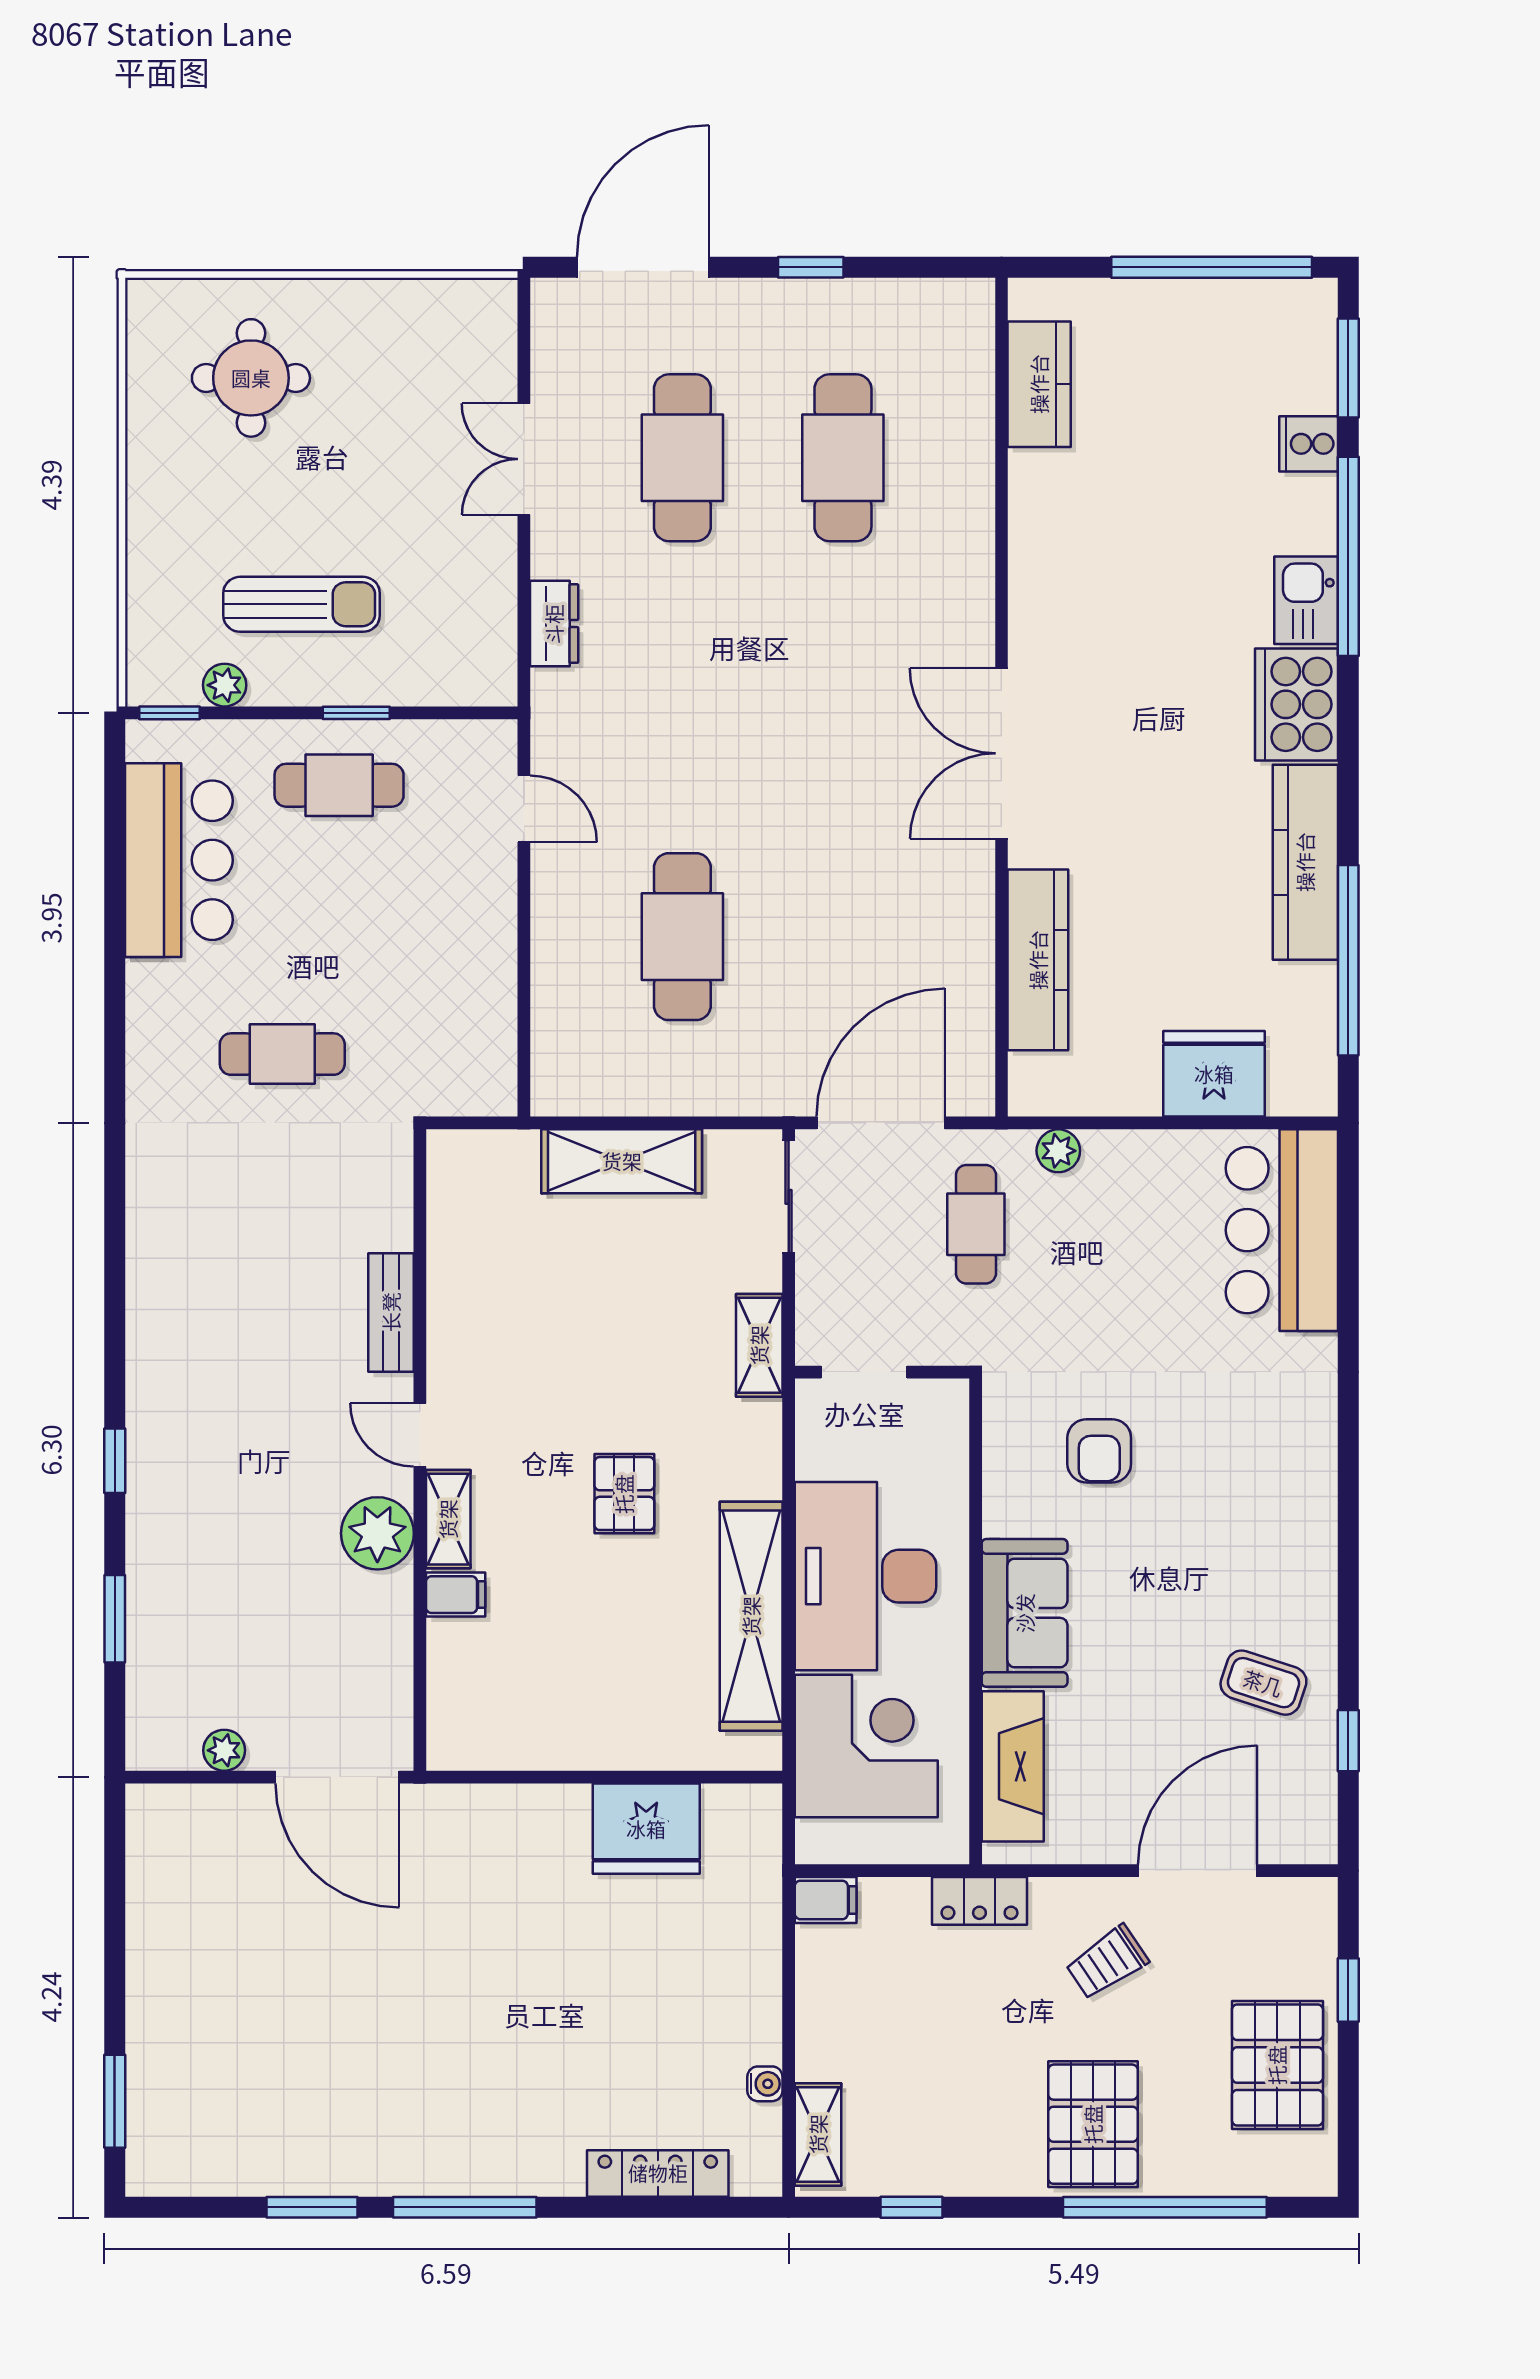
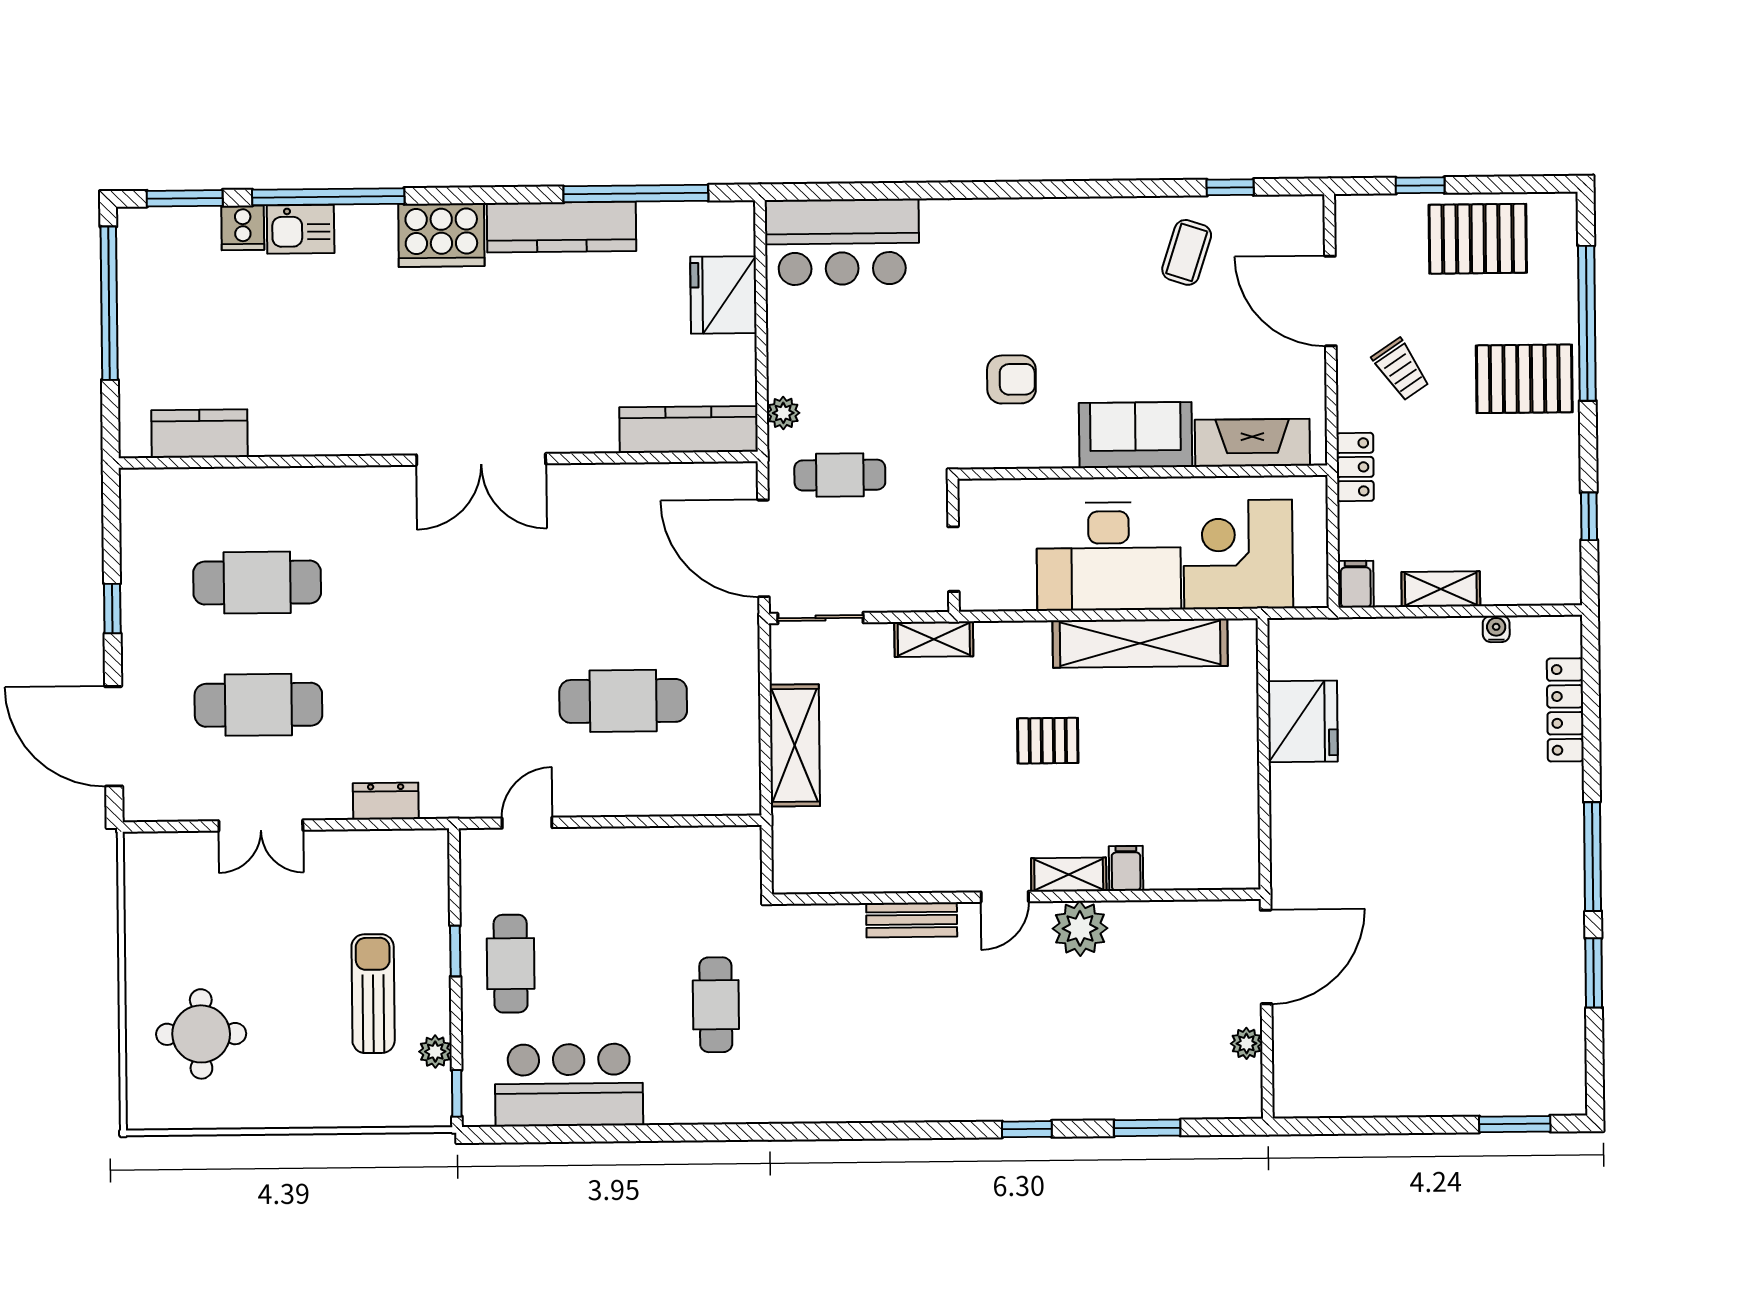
kitchen sink: (1306, 600) -> (301, 229), moved
kitchen counter: (1038, 960) -> (689, 429), moved
shelving: (818, 2134) -> (1441, 589), moved

